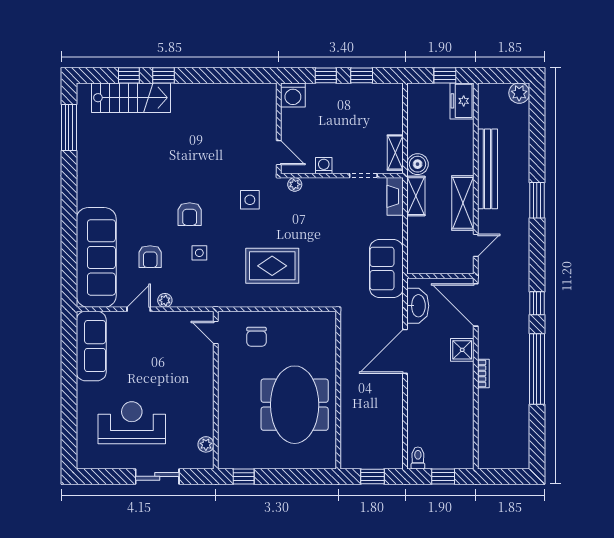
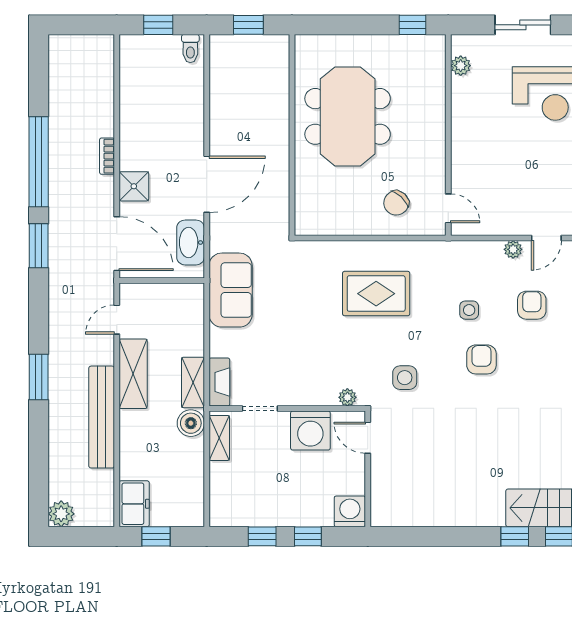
washing machine: (324, 166) -> (310, 431), width x1.89, depth x1.89
window: (537, 303) -> (39, 246), width x1.50
chair: (257, 337) -> (396, 203), turned -137

